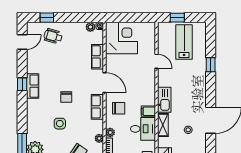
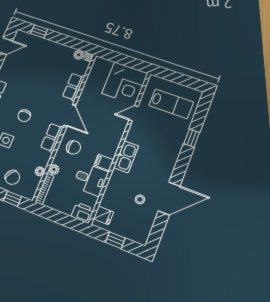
window: (177, 18) -> (173, 76), removed
wheelchair: (53, 36) -> (37, 51), removed
corner desk: (122, 38) -> (125, 83), moved, turned 90
lab bench: (184, 42) -> (171, 104), turned 90
door: (156, 61) -> (133, 113), swing flipped
shelving: (163, 125) -> (114, 183), removed

